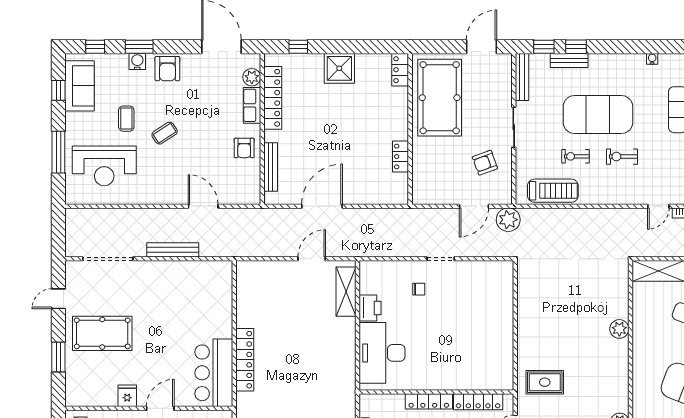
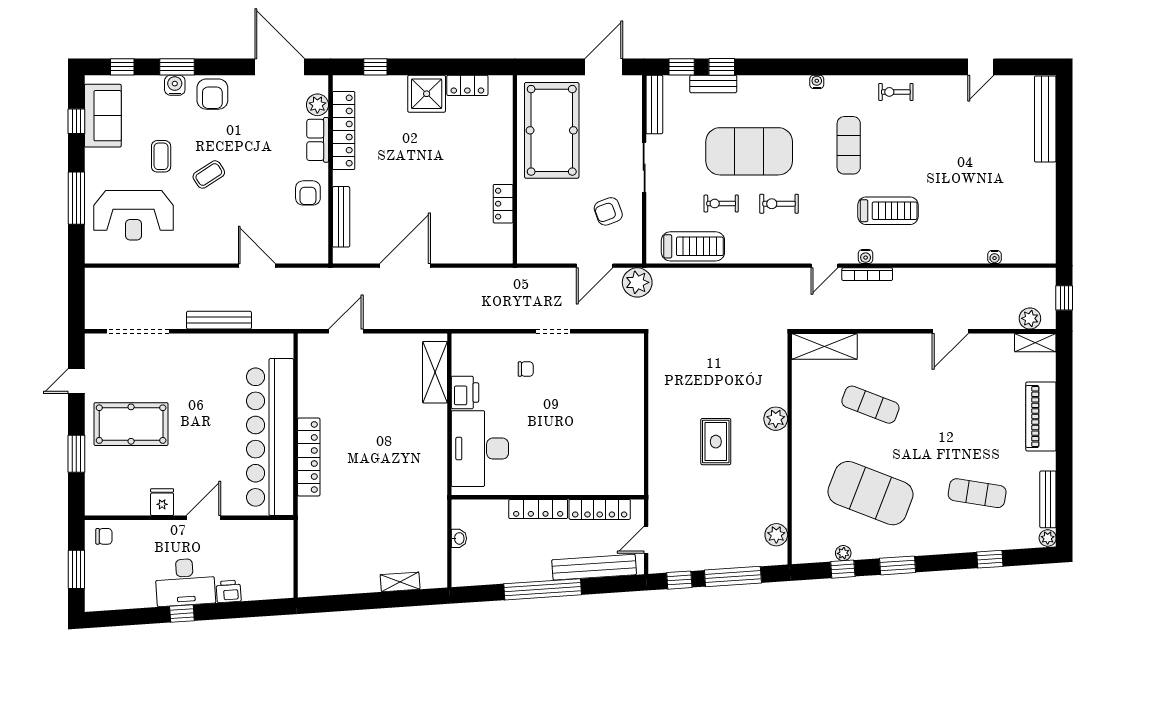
locker: (400, 70) -> (467, 85), moved, turned -90
door: (312, 259) -> (346, 331), moved
bar counter: (214, 373) -> (270, 437), width x1.86
rug: (545, 382) -> (716, 442), moved, turned 90

